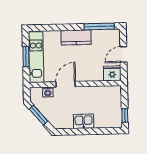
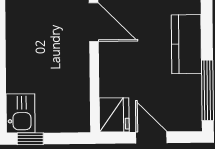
kitchen sink: (84, 121) -> (20, 113), moved

